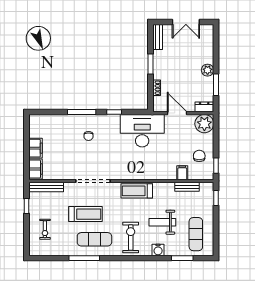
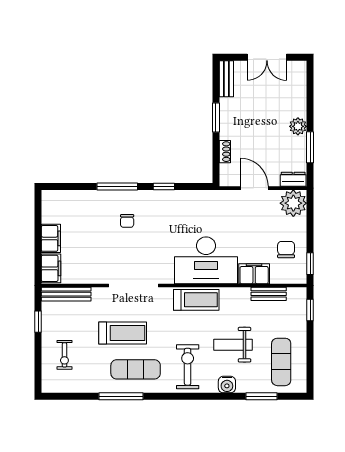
desk: (142, 131) -> (206, 260), moved, turned 180
filing cabinet: (182, 173) -> (254, 274), width x2.00
treadmill: (137, 191) -> (196, 300), turned 180

